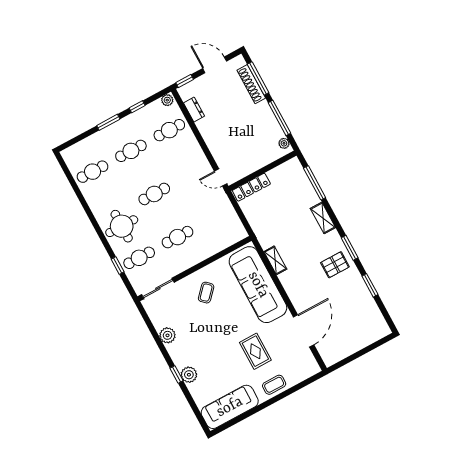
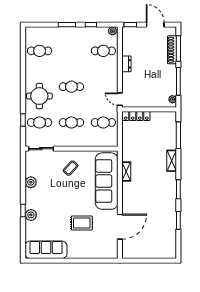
dresser: (194, 110) -> (126, 64), moved
cafe table: (131, 151) -> (103, 122), moved
pallet: (335, 265) -> (163, 195), removed
rug: (255, 351) -> (82, 223), turned 90
coffee table: (274, 385) -> (82, 251), removed

